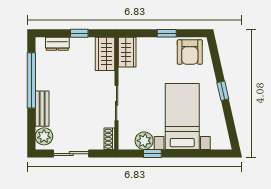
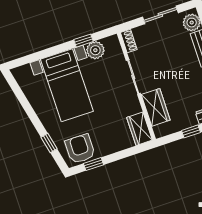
window: (167, 33) -> (94, 164), moved
wardrobe: (105, 54) -> (156, 107), moved
window: (223, 91) -> (49, 143), moved

